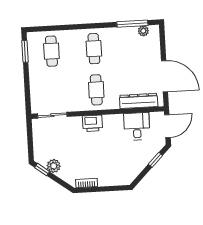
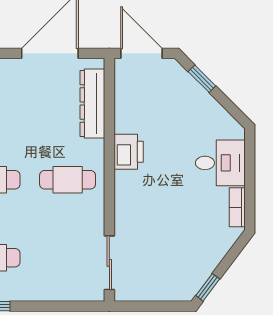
printer: (93, 123) -> (129, 152), moved
desk: (137, 126) -> (220, 163), moved, turned 180
plant: (54, 166) -> (202, 266), removed

